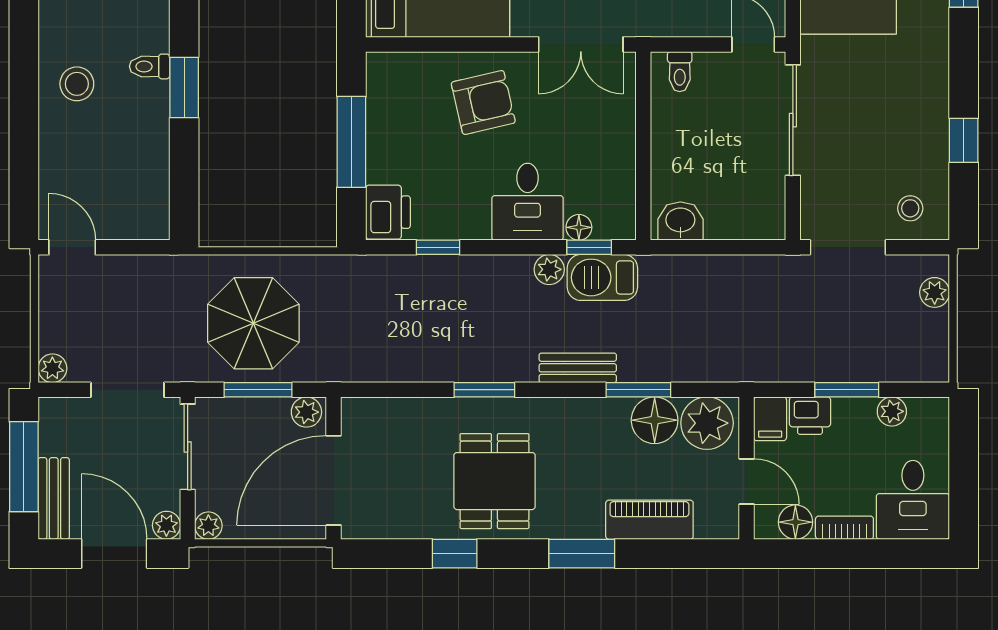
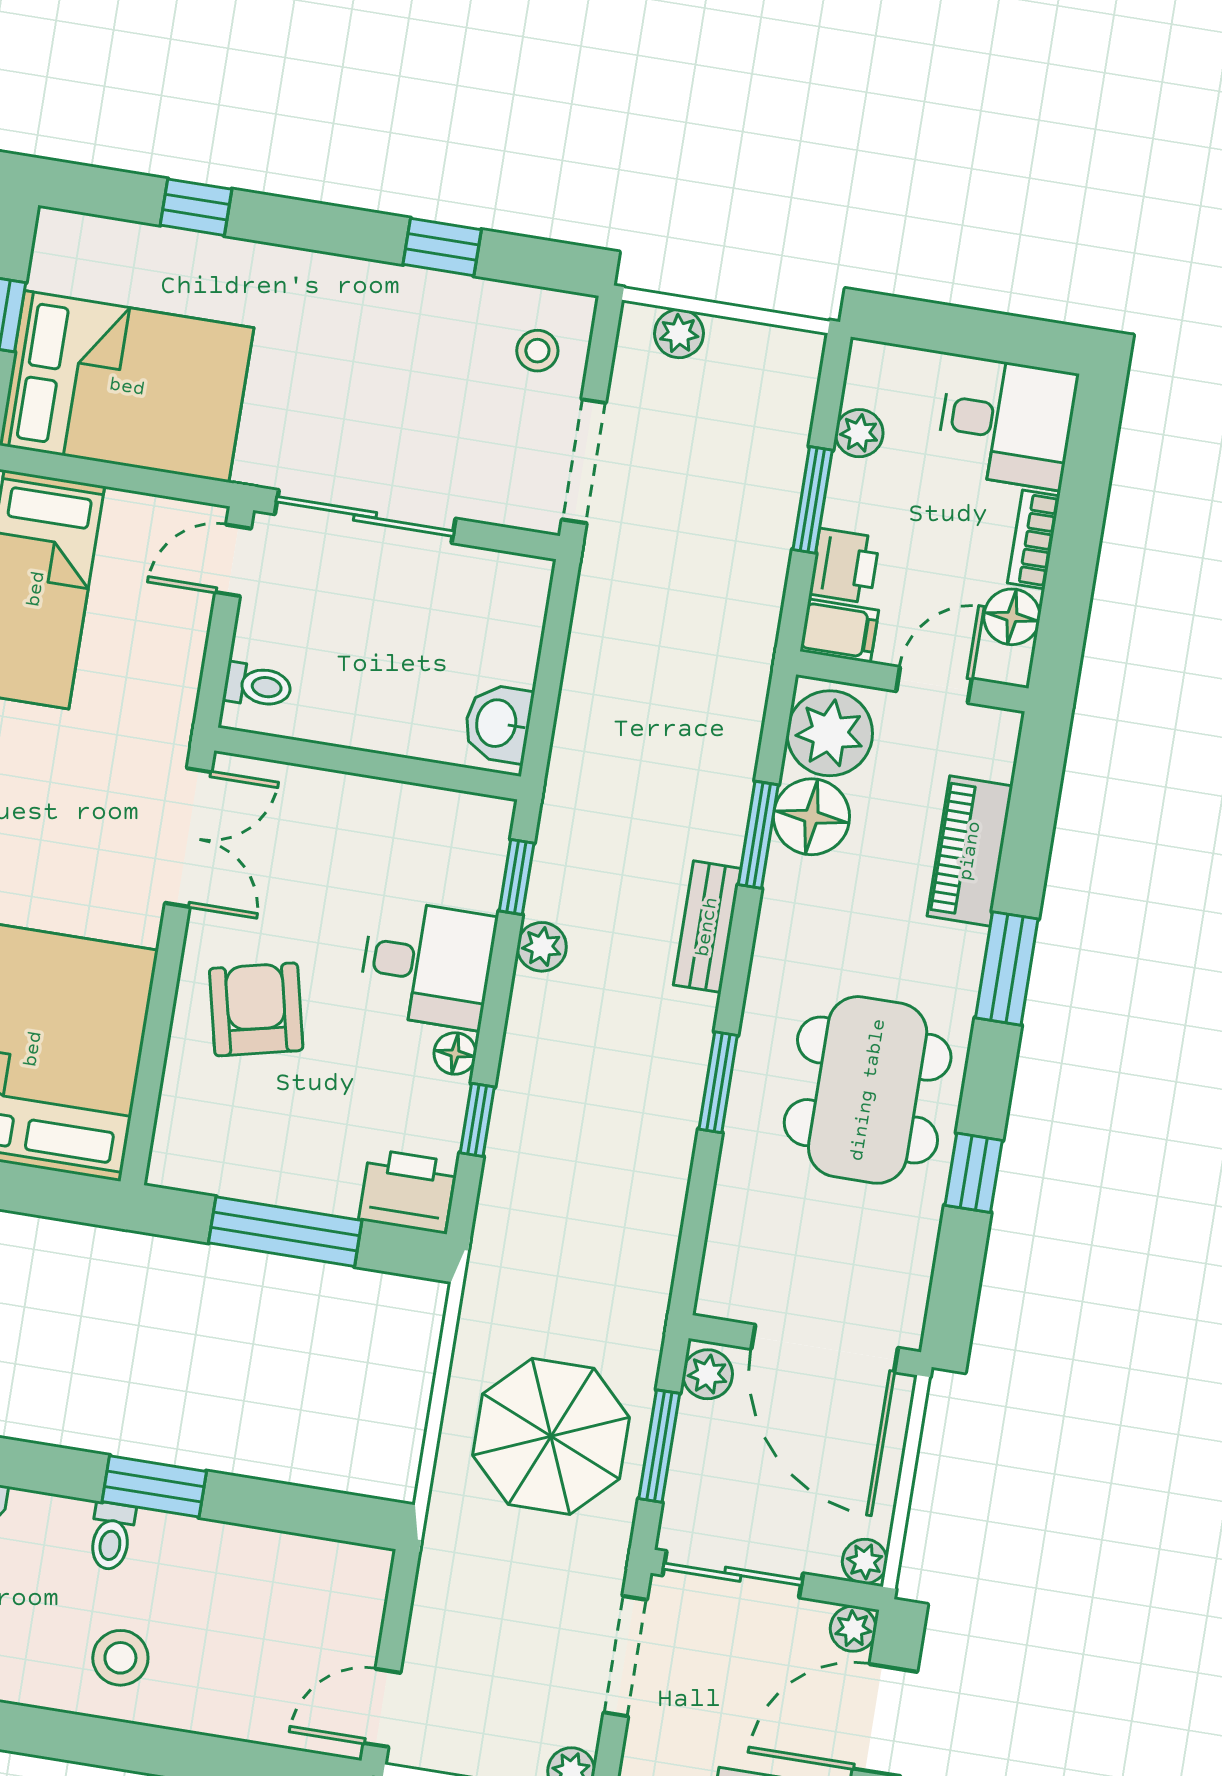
floor lamp: (579, 227) -> (455, 1053), moved
barbecue: (602, 277) -> (568, 863), removed
dining table: (494, 481) -> (868, 1090), width x1.38

